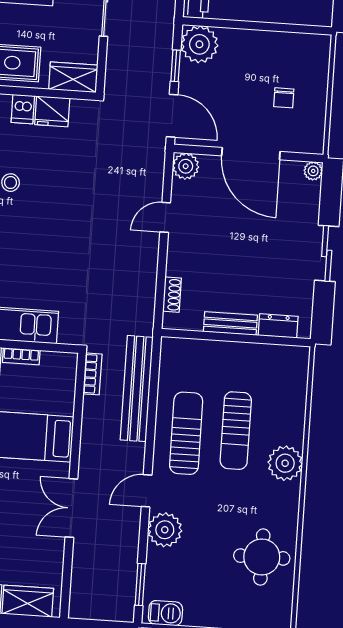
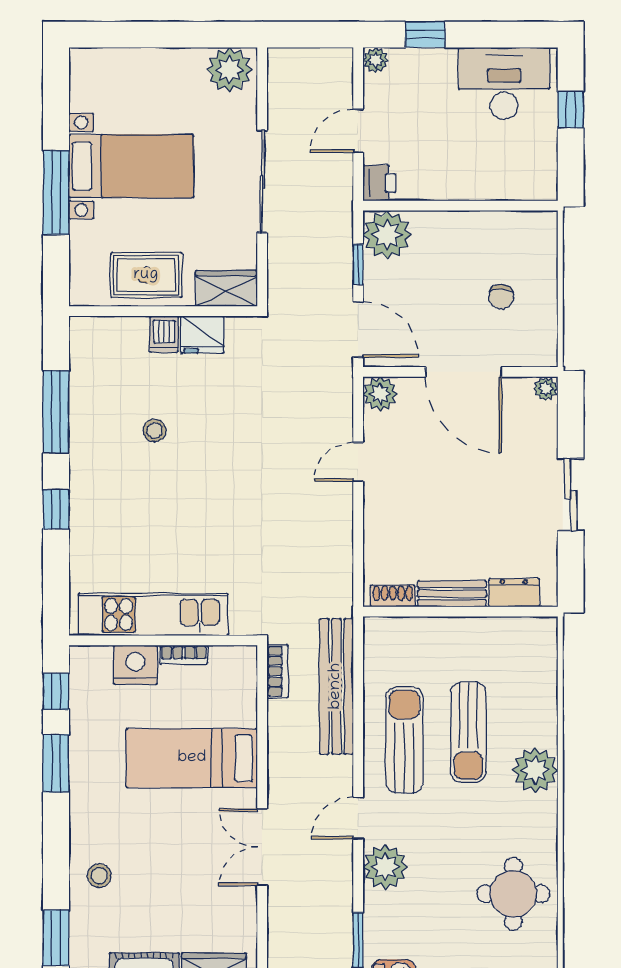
shoe rack: (172, 295) -> (393, 596), moved, turned -90

